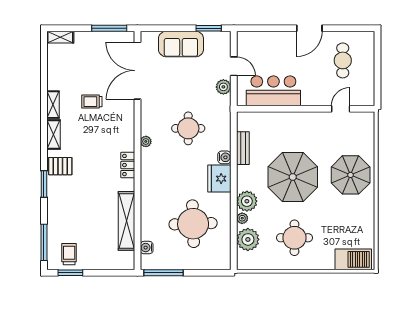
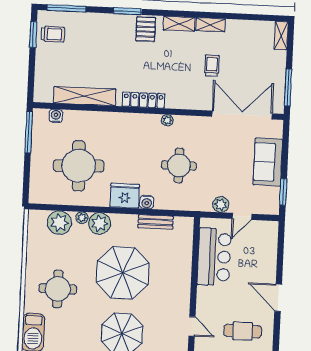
locker: (128, 165) -> (143, 100), width x1.53
round table: (294, 238) -> (58, 289), moved

